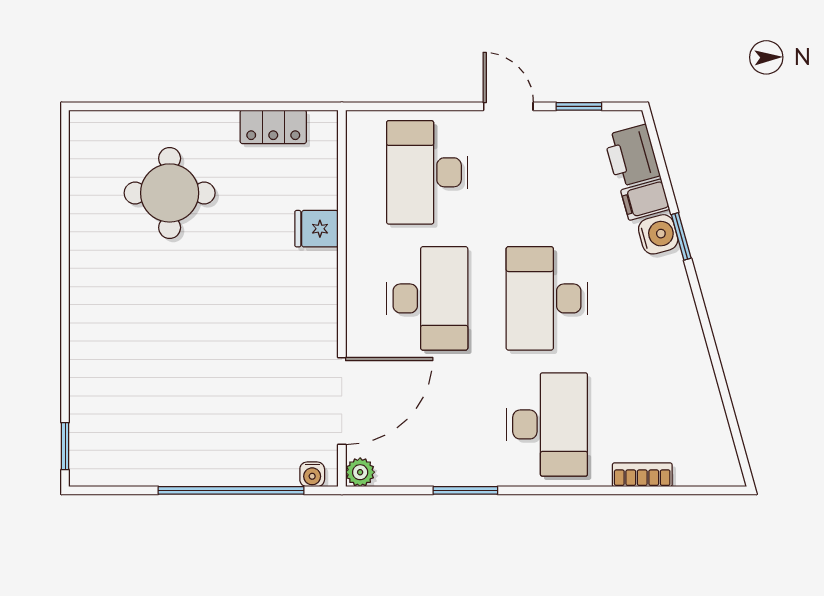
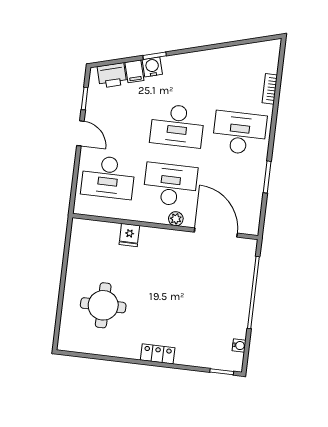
door: (508, 106) -> (80, 133), swing flipped
locker: (273, 127) -> (158, 354), moved, turned -90
plant: (360, 472) -> (176, 219), moved
water cooler: (312, 474) -> (239, 345), moved

